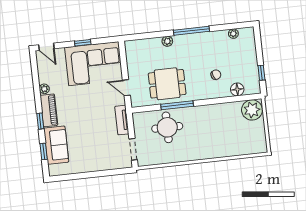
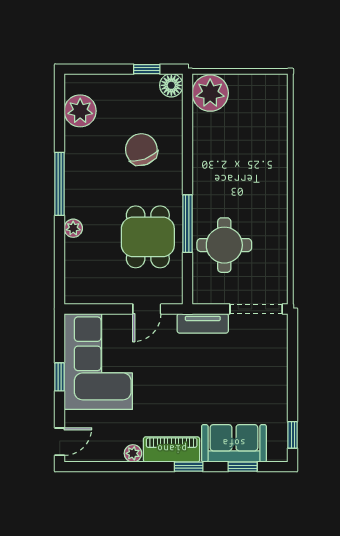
plant: (233, 34) -> (80, 111), width x1.88, depth x1.88
chair: (216, 75) -> (141, 150), width x1.87, depth x1.87
floor lamp: (237, 89) -> (171, 85), moved
doorway: (133, 149) -> (256, 309), width x1.38
window: (65, 178) -> (293, 435), added

